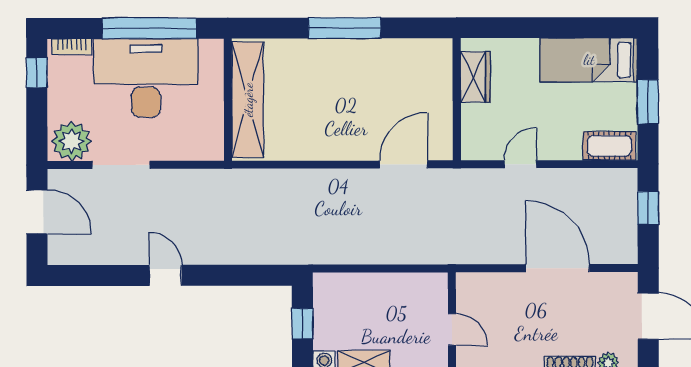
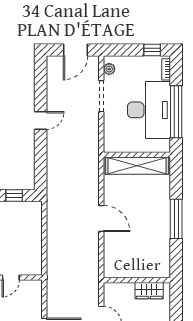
plant: (71, 141) -> (109, 69), width x0.53, depth x0.53
door: (404, 164) -> (101, 219), moved

